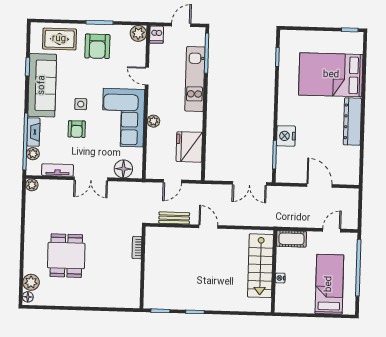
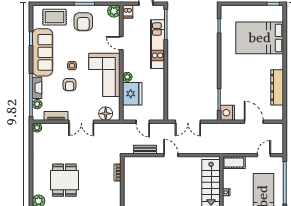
dresser: (352, 122) -> (277, 87), moved
nightstand: (286, 136) -> (227, 113), moved
fridge: (189, 147) -> (132, 94), moved, turned 180
door: (172, 181) -> (143, 122), hinge flipped
double door: (249, 183) -> (188, 122), moved

